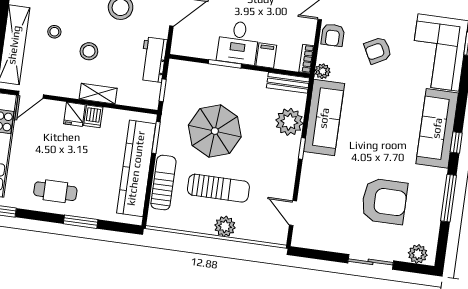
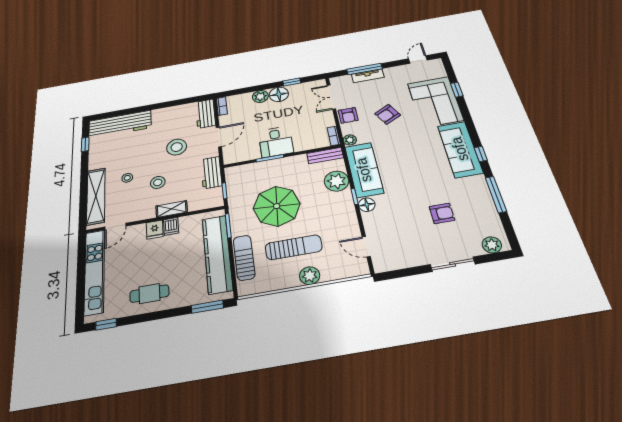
filing cabinet: (266, 55) -> (301, 143), removed
floor lamp: (311, 163) -> (367, 205), added
armchair: (384, 201) -> (442, 213), width x0.53, depth x0.53
window: (81, 222) -> (207, 307), moved

